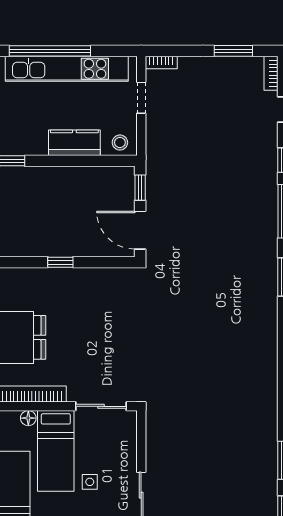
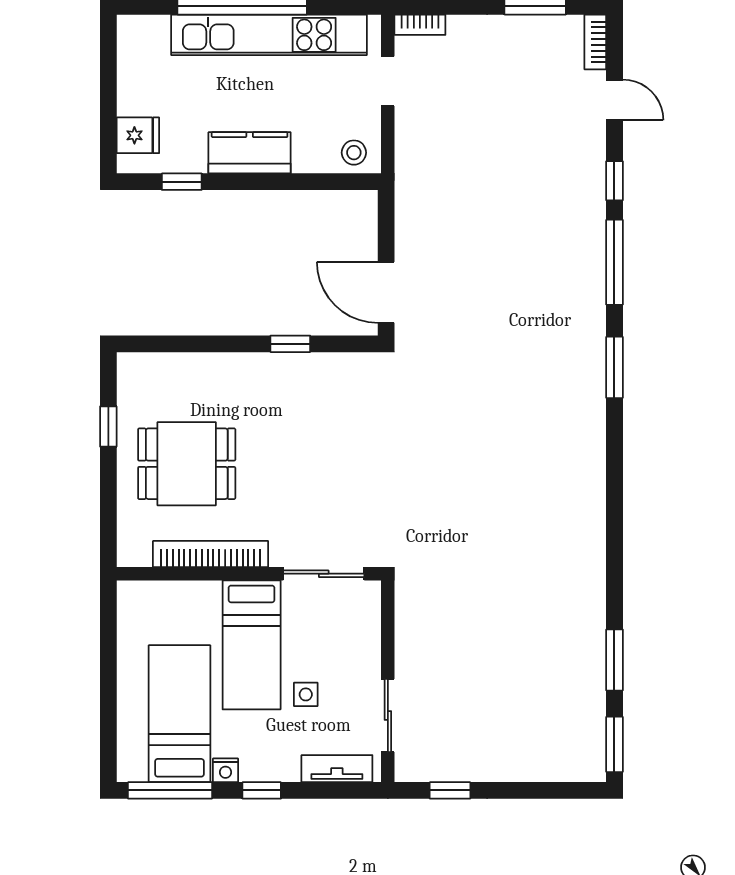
kitchen counter: (74, 143) -> (250, 153), moved
window: (140, 188) -> (386, 225), removed
window: (60, 262) -> (290, 344), moved
floor lamp: (28, 418) -> (208, 593), removed

